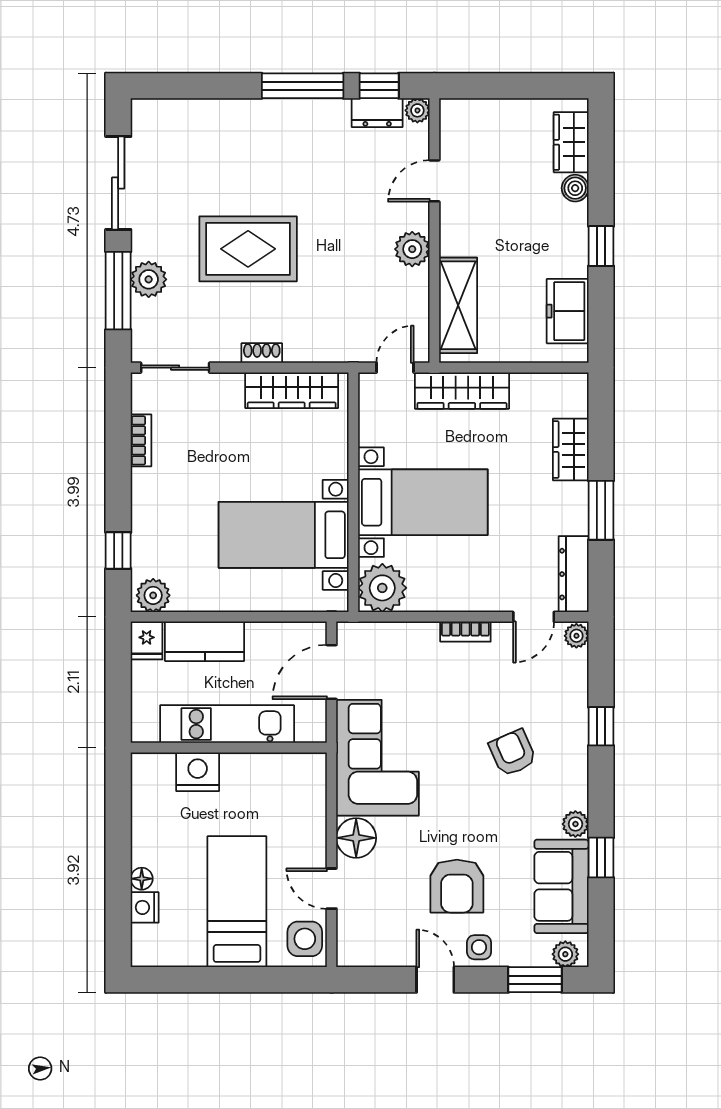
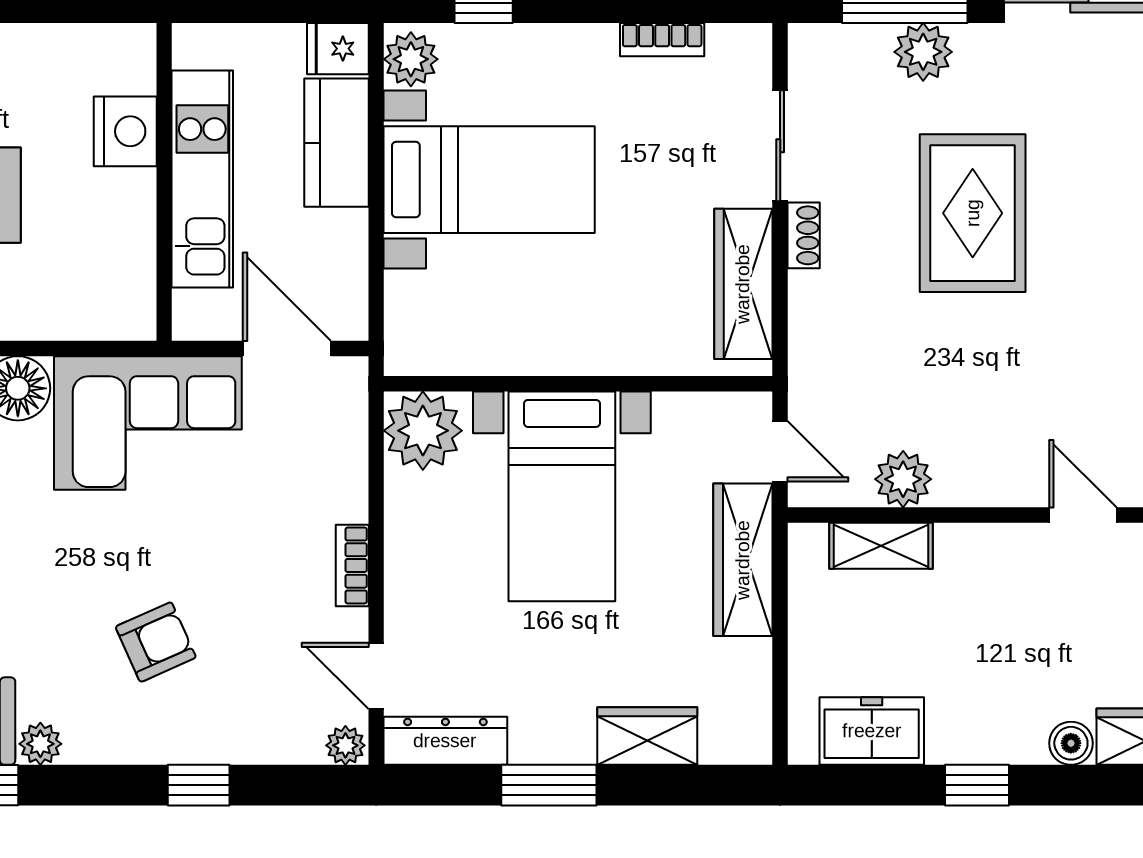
plant: (412, 249) -> (903, 479), moved
shelving: (458, 305) -> (881, 546), width x0.67, depth x0.75
sliding door: (175, 368) -> (780, 146), moved
bed with nightstands: (284, 535) -> (489, 180), moved, turned 90

